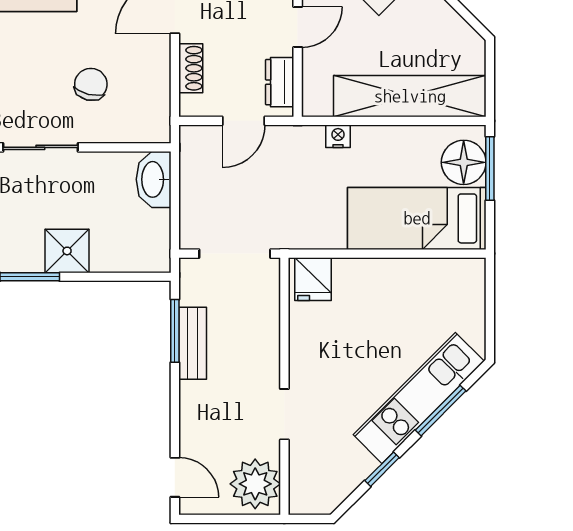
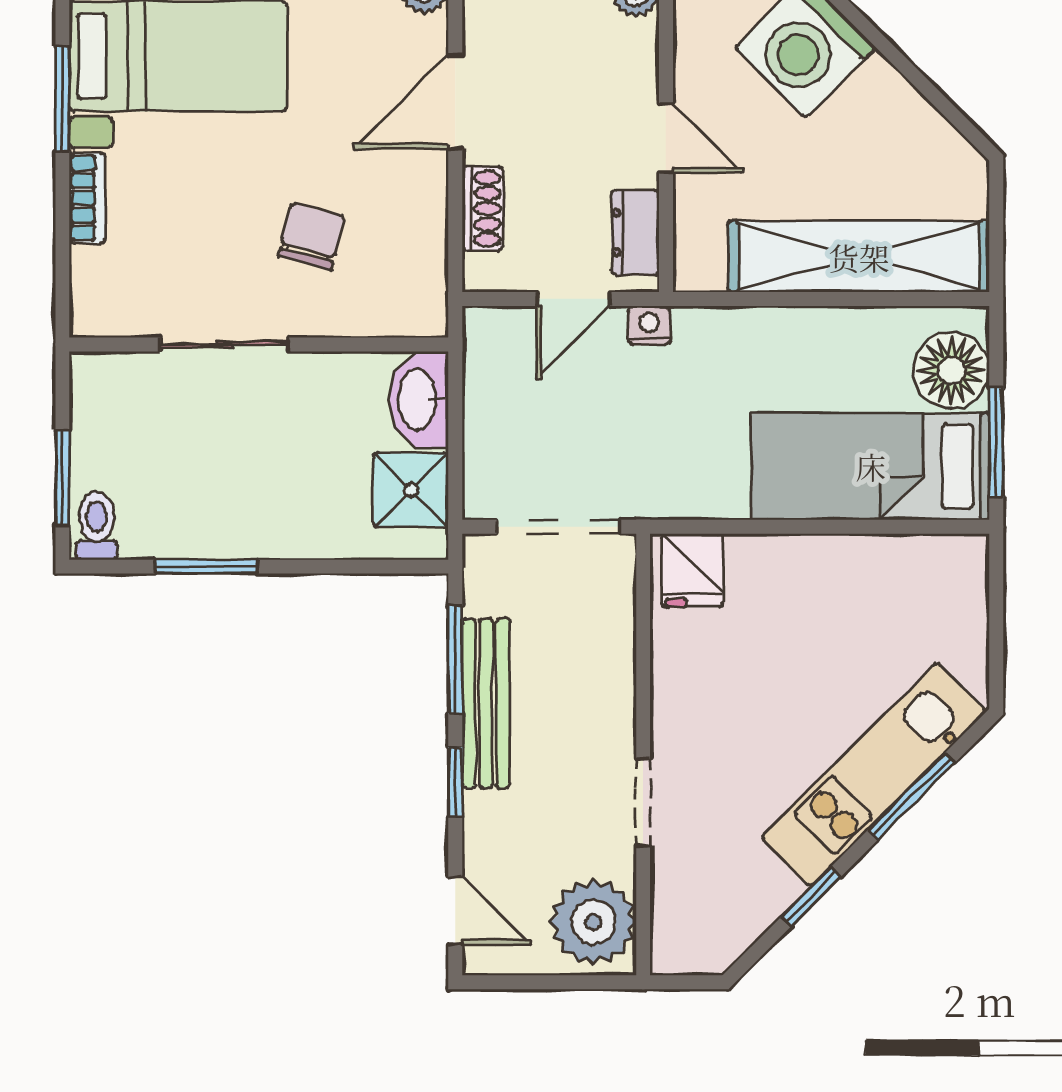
door: (298, 27) -> (666, 138), hinge flipped
nightstand: (338, 136) -> (649, 325), moved
window: (490, 169) -> (996, 442), moved
shower: (67, 251) -> (411, 490), moved
bench: (193, 343) -> (486, 703), width x1.36
window: (175, 402) -> (455, 782), added

